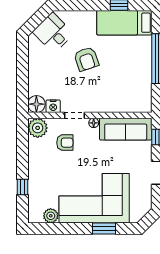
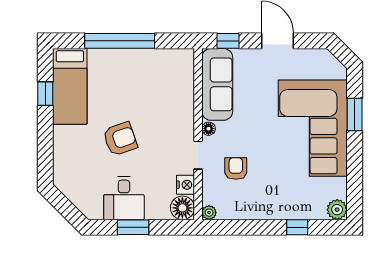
desk: (53, 33) -> (124, 198), moved, turned -45
window: (22, 68) -> (133, 227), added
plant: (38, 128) -> (209, 213), width x0.53, depth x0.53
plant: (51, 216) -> (337, 210), moved

